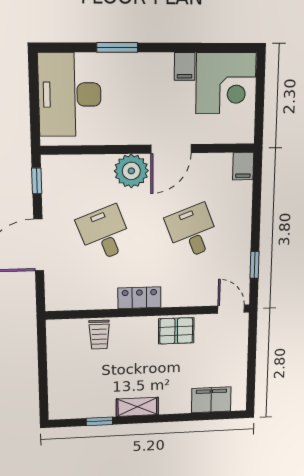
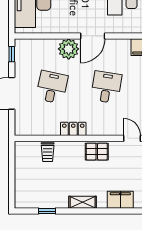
desk: (192, 231) -> (106, 87), turned 30
desk: (104, 233) -> (52, 87), turned 33
shelving: (137, 407) -> (83, 202), moved

